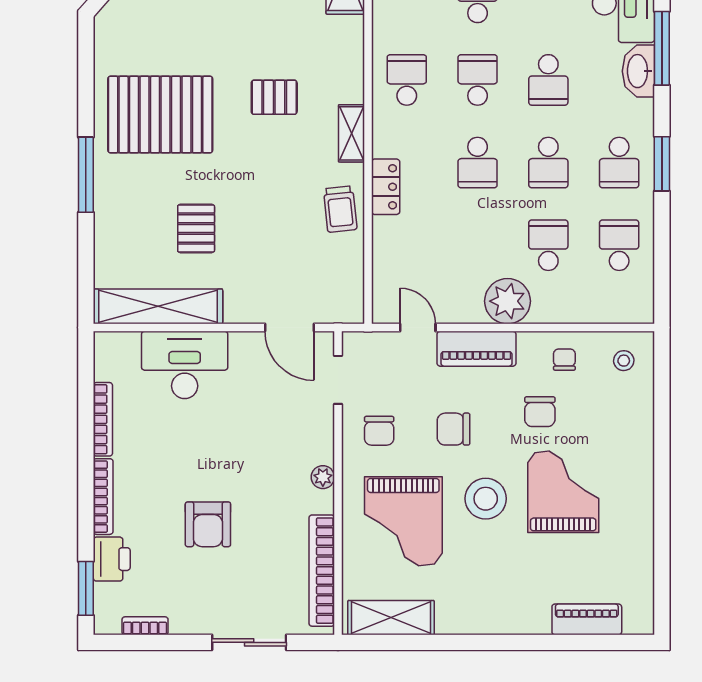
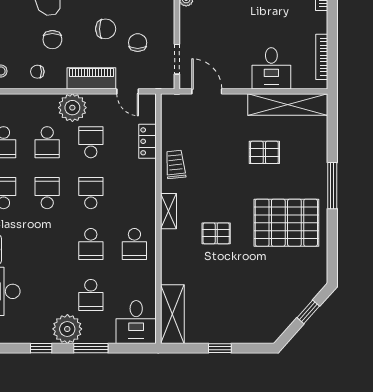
school desk: (548, 80) -> (91, 142), moved
locker: (386, 187) -> (148, 141), moved
pallet: (196, 228) -> (264, 152), turned 90
chair: (564, 360) -> (37, 72), turned 90
desk: (185, 365) -> (271, 68), width x0.73
chair: (540, 412) -> (52, 40), turned 180
bookcase: (103, 419) -> (322, 57), moved
chair: (379, 431) -> (138, 43), moved

